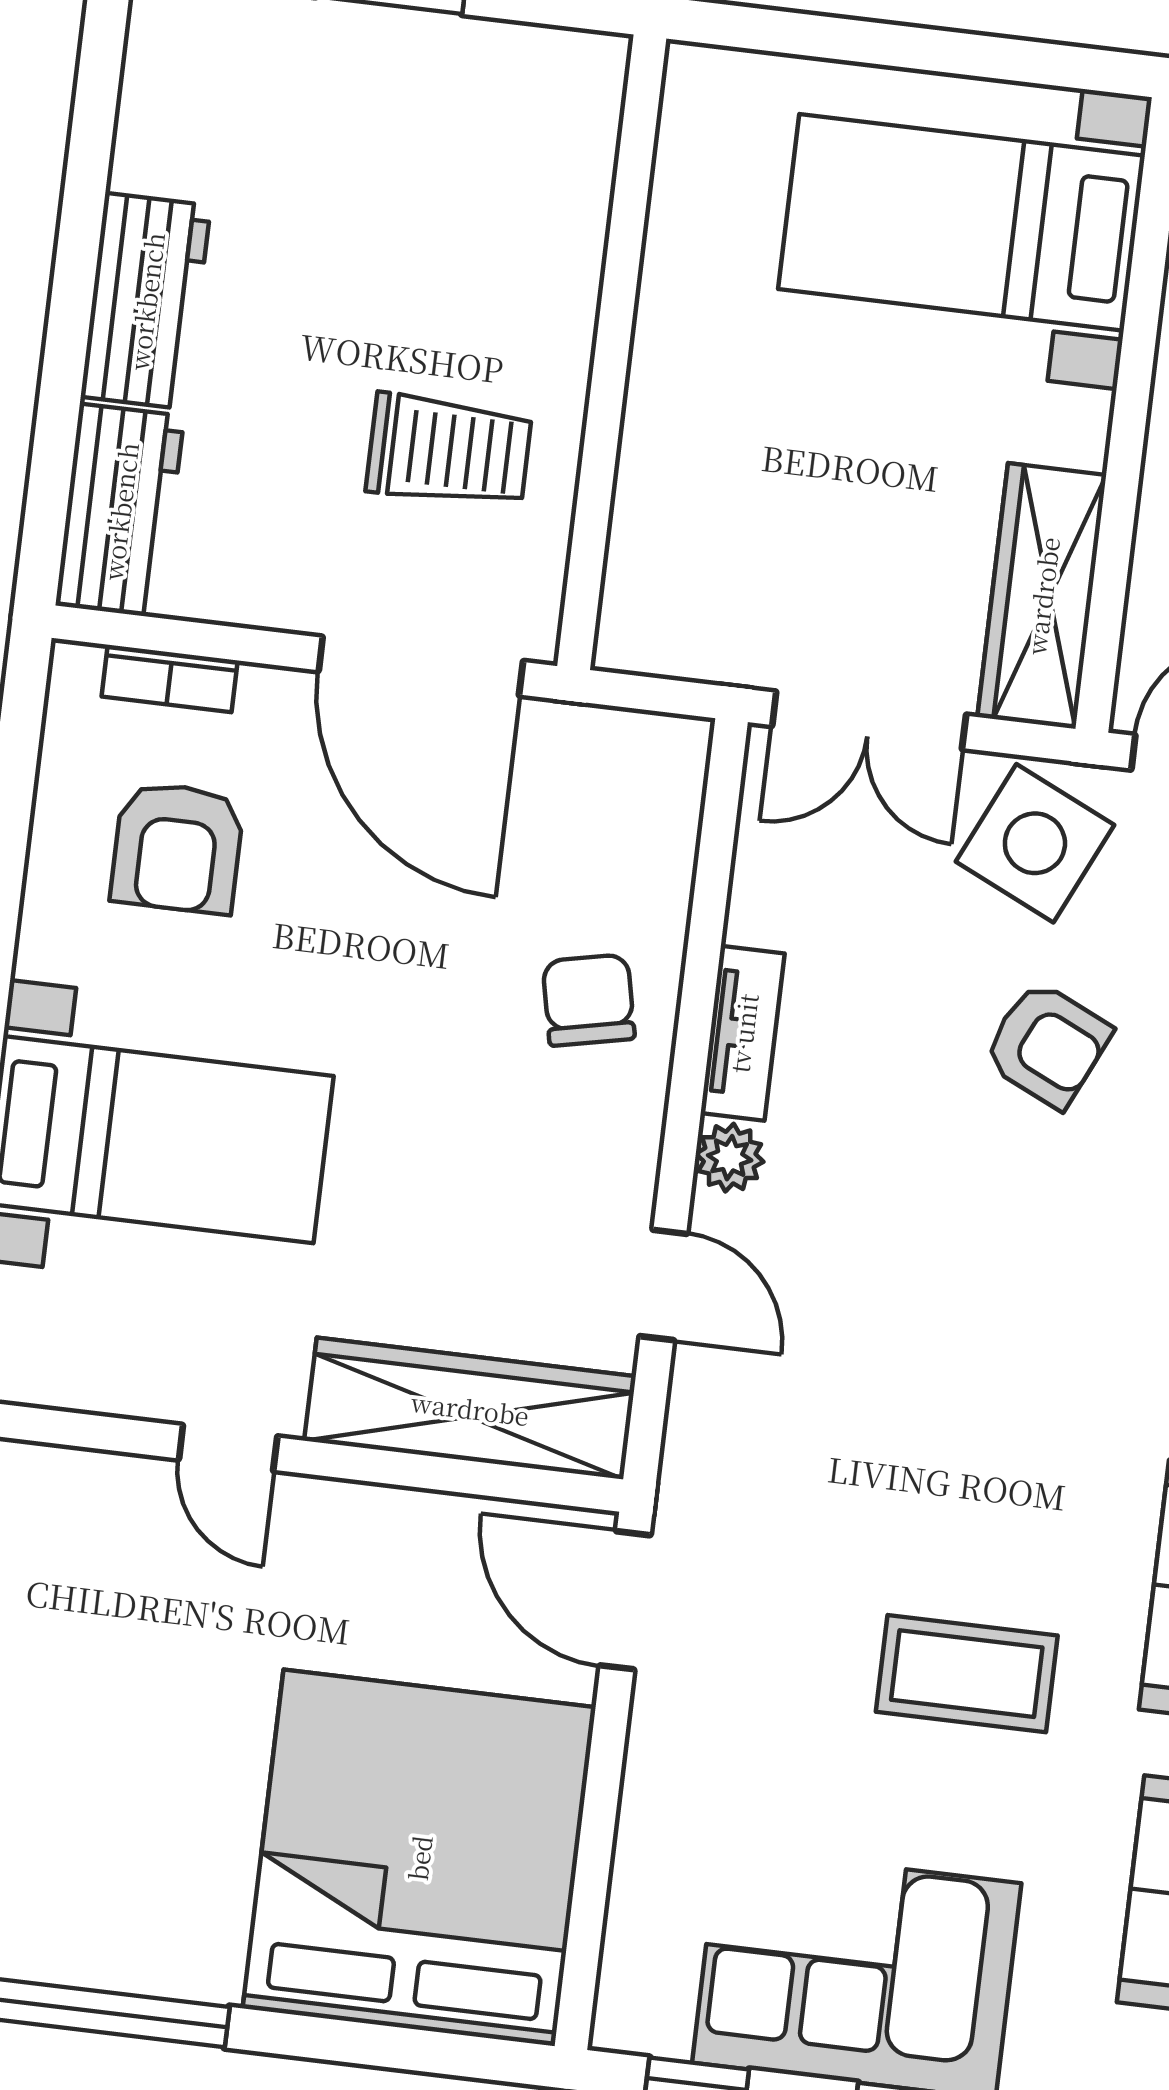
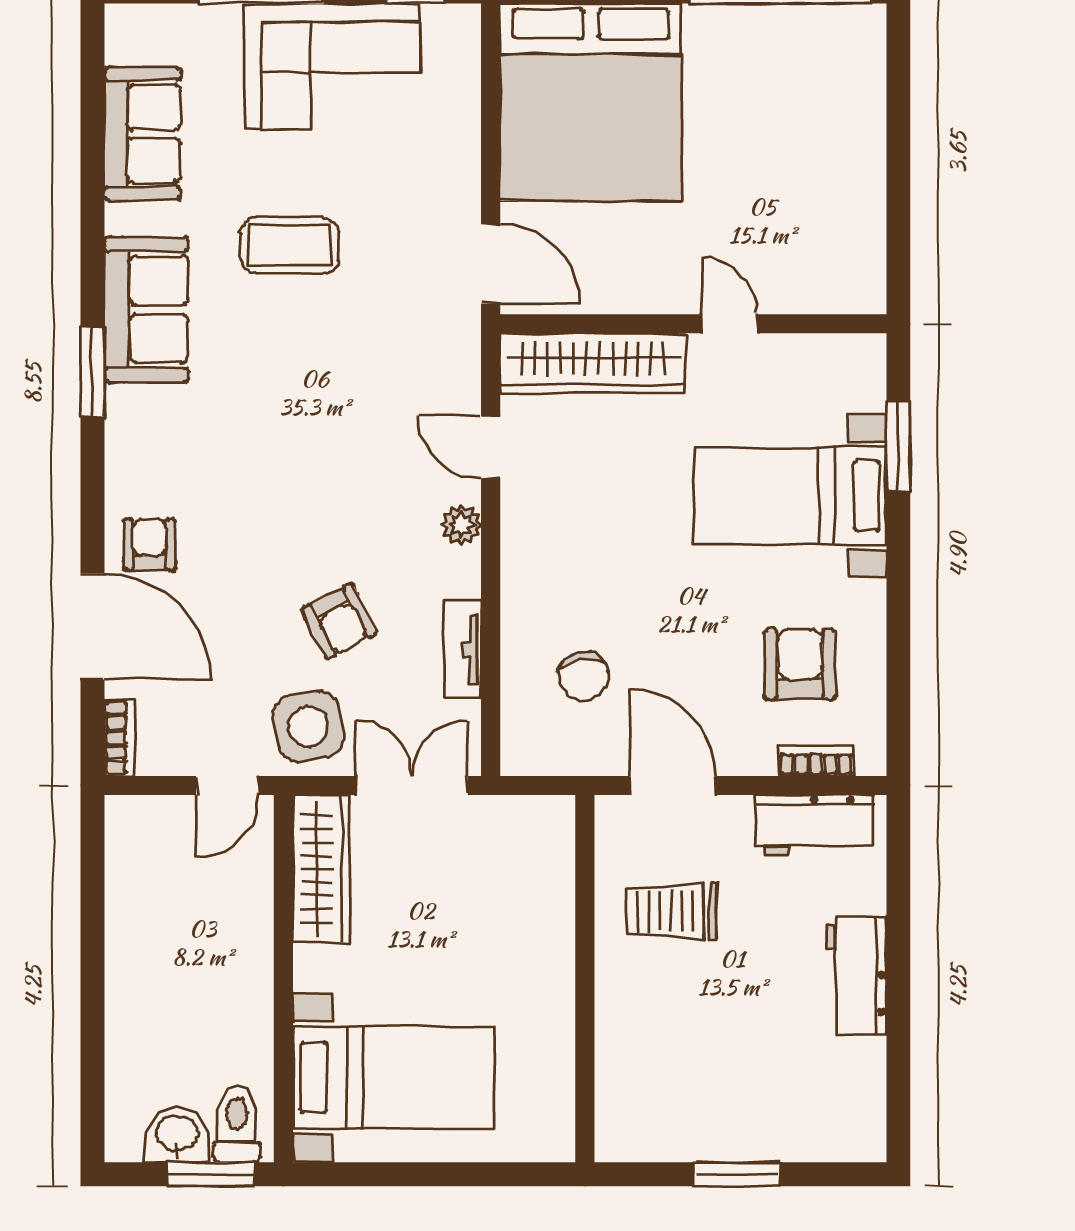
workbench: (120, 511) -> (815, 825), moved, turned -90
door: (421, 666) -> (673, 786), width x0.73
side table: (1035, 843) -> (308, 727), turned -33
chair: (589, 1000) -> (584, 676), moved
tv unit: (743, 1033) -> (463, 649), moved
armchair: (1047, 1045) -> (339, 621), moved, turned -142

